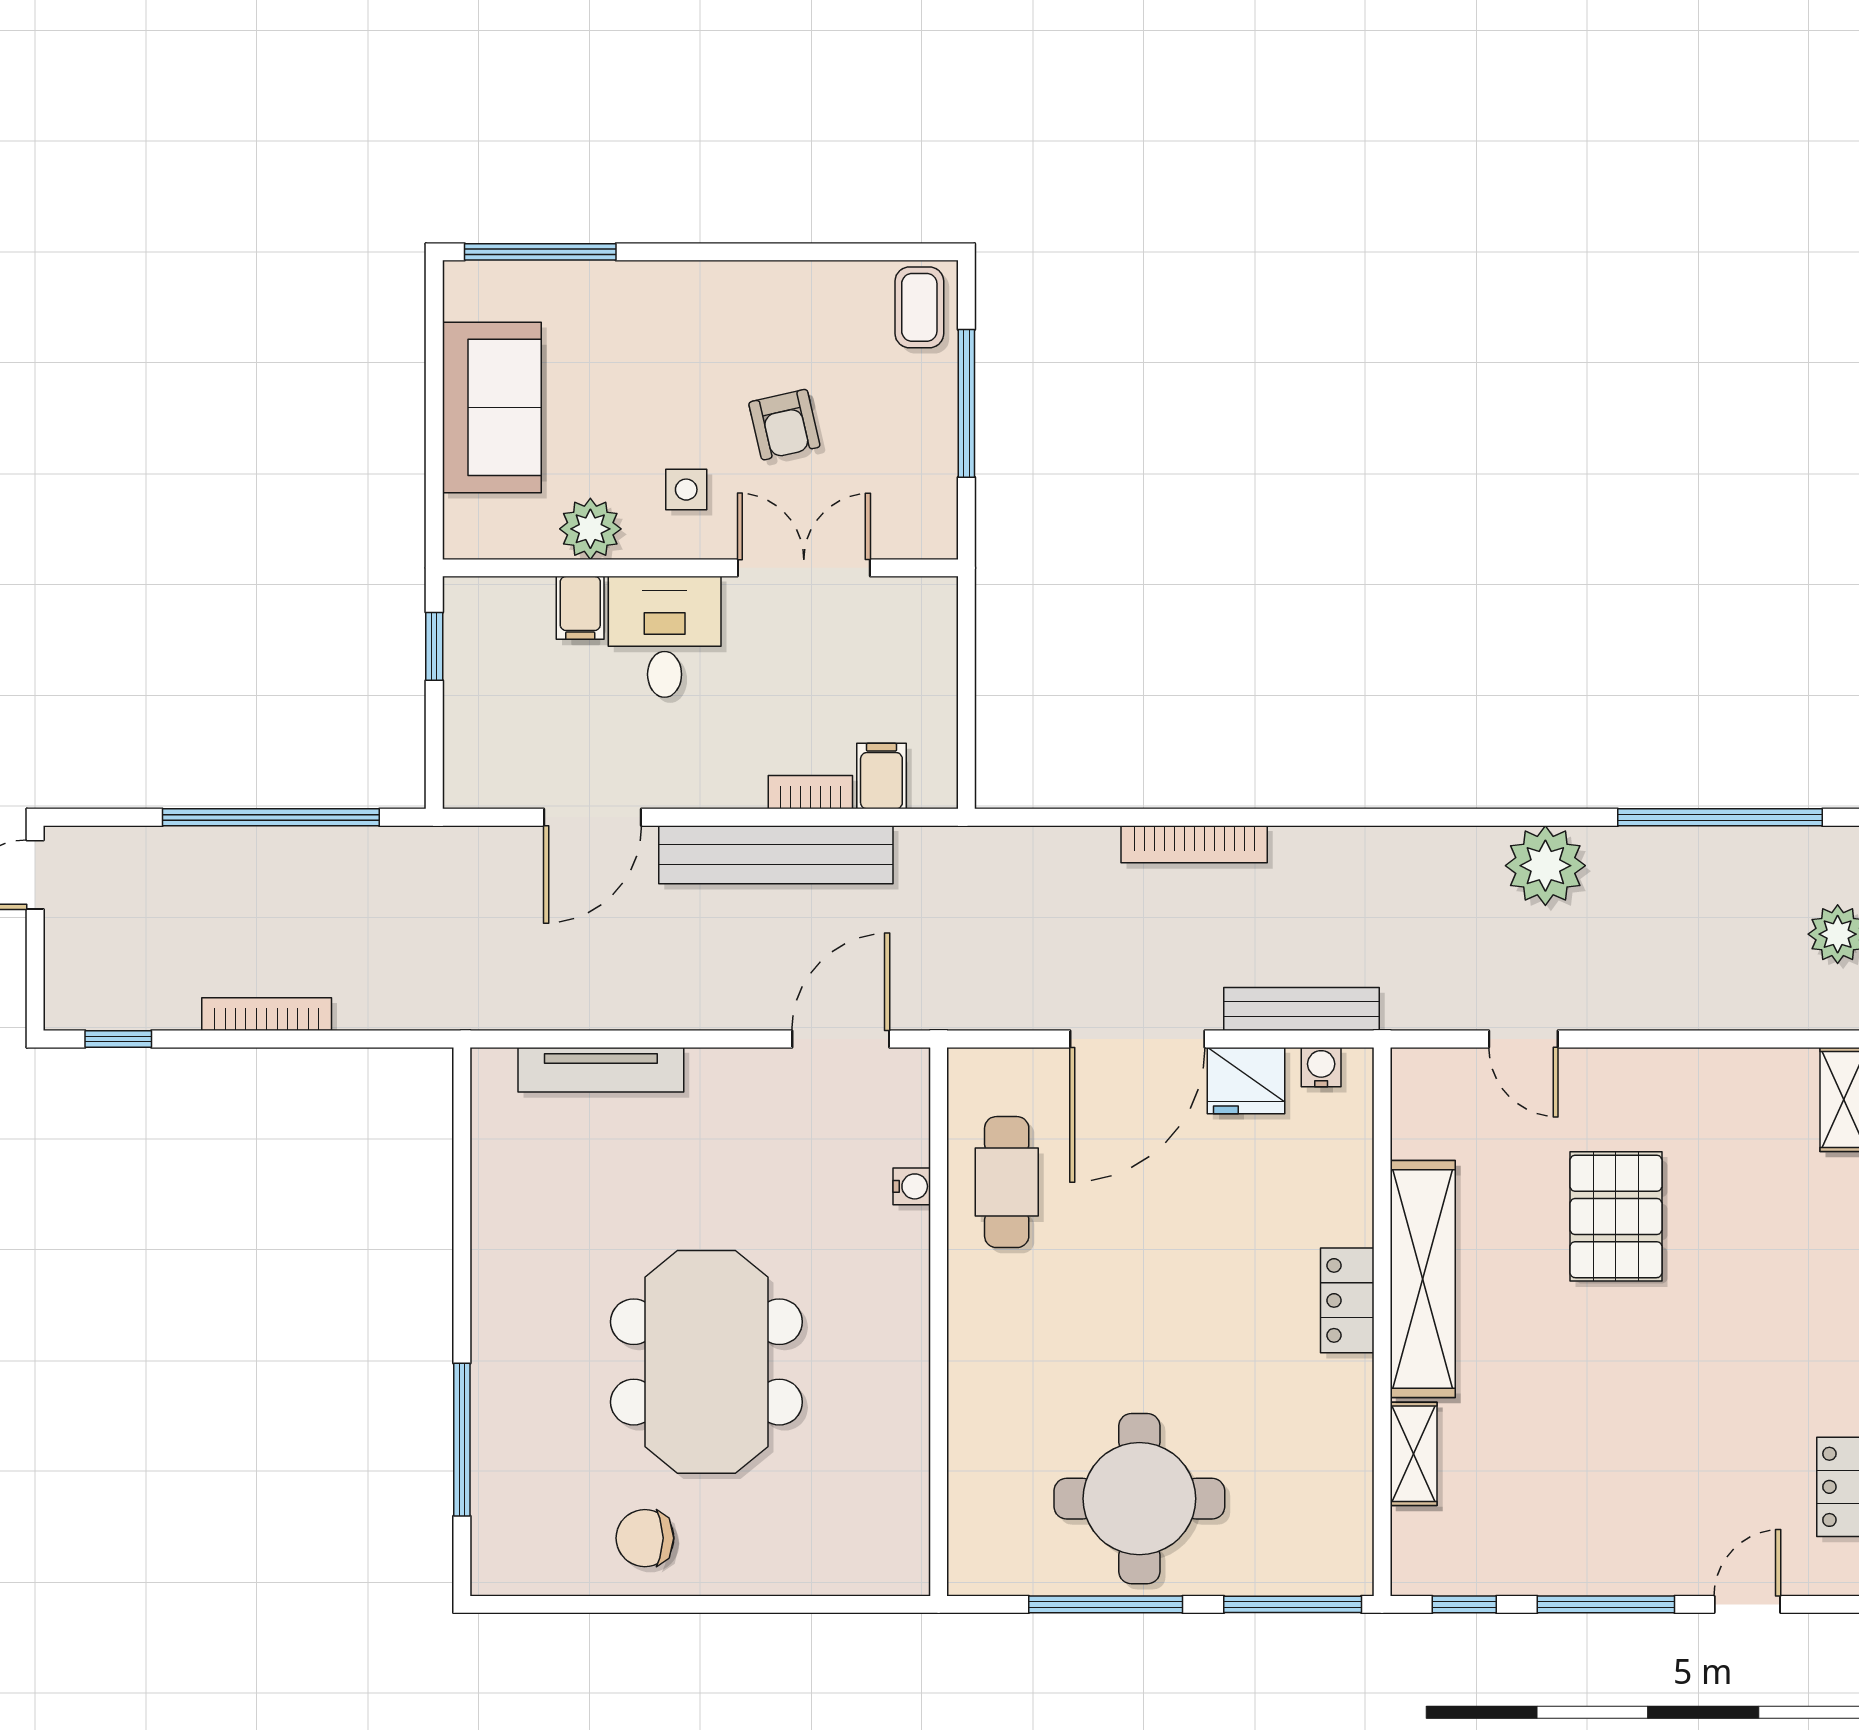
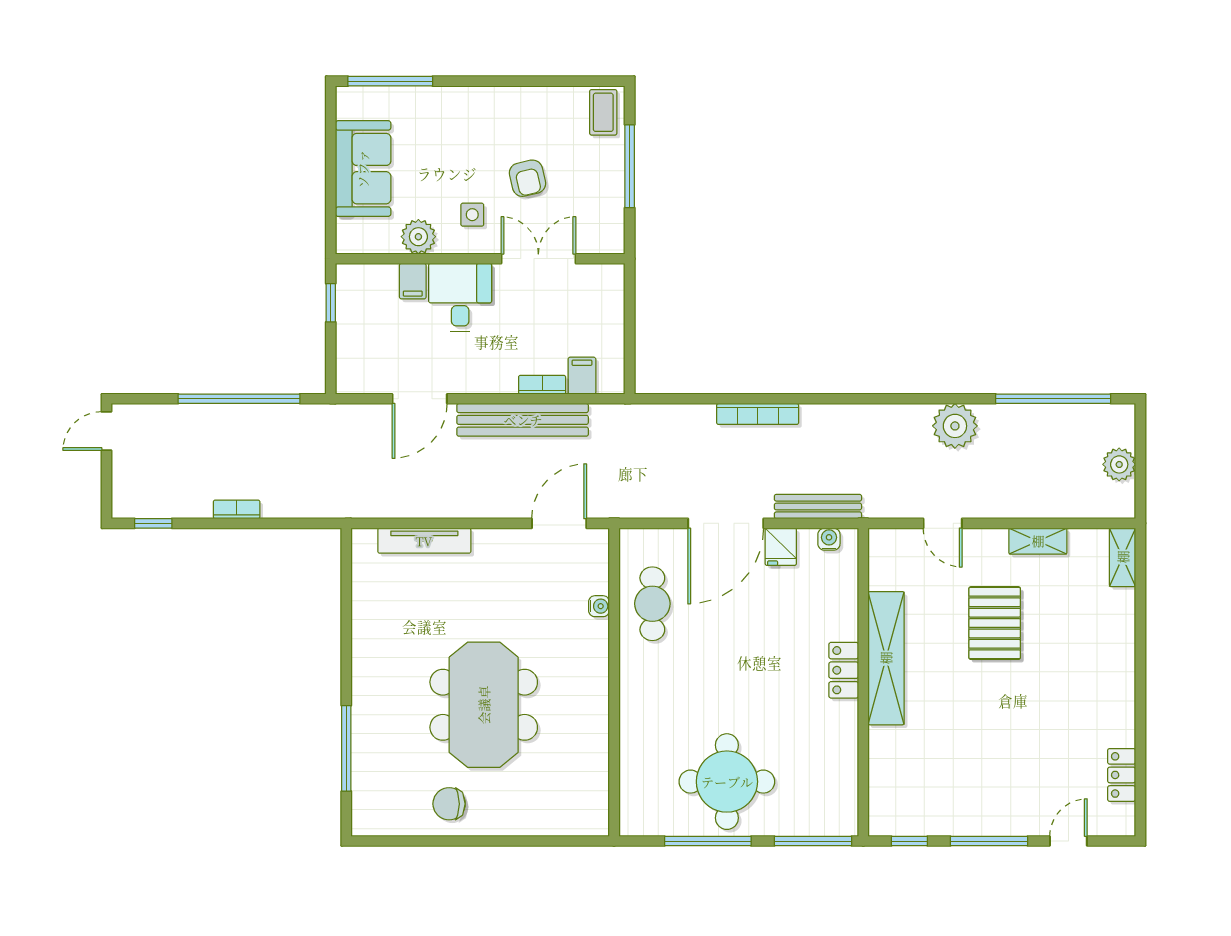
bookcase: (267, 1014) -> (237, 509), width x0.64
fridge: (1246, 1081) -> (781, 547), width x0.72
shelving: (1414, 1454) -> (1038, 541), moved, turned 90

